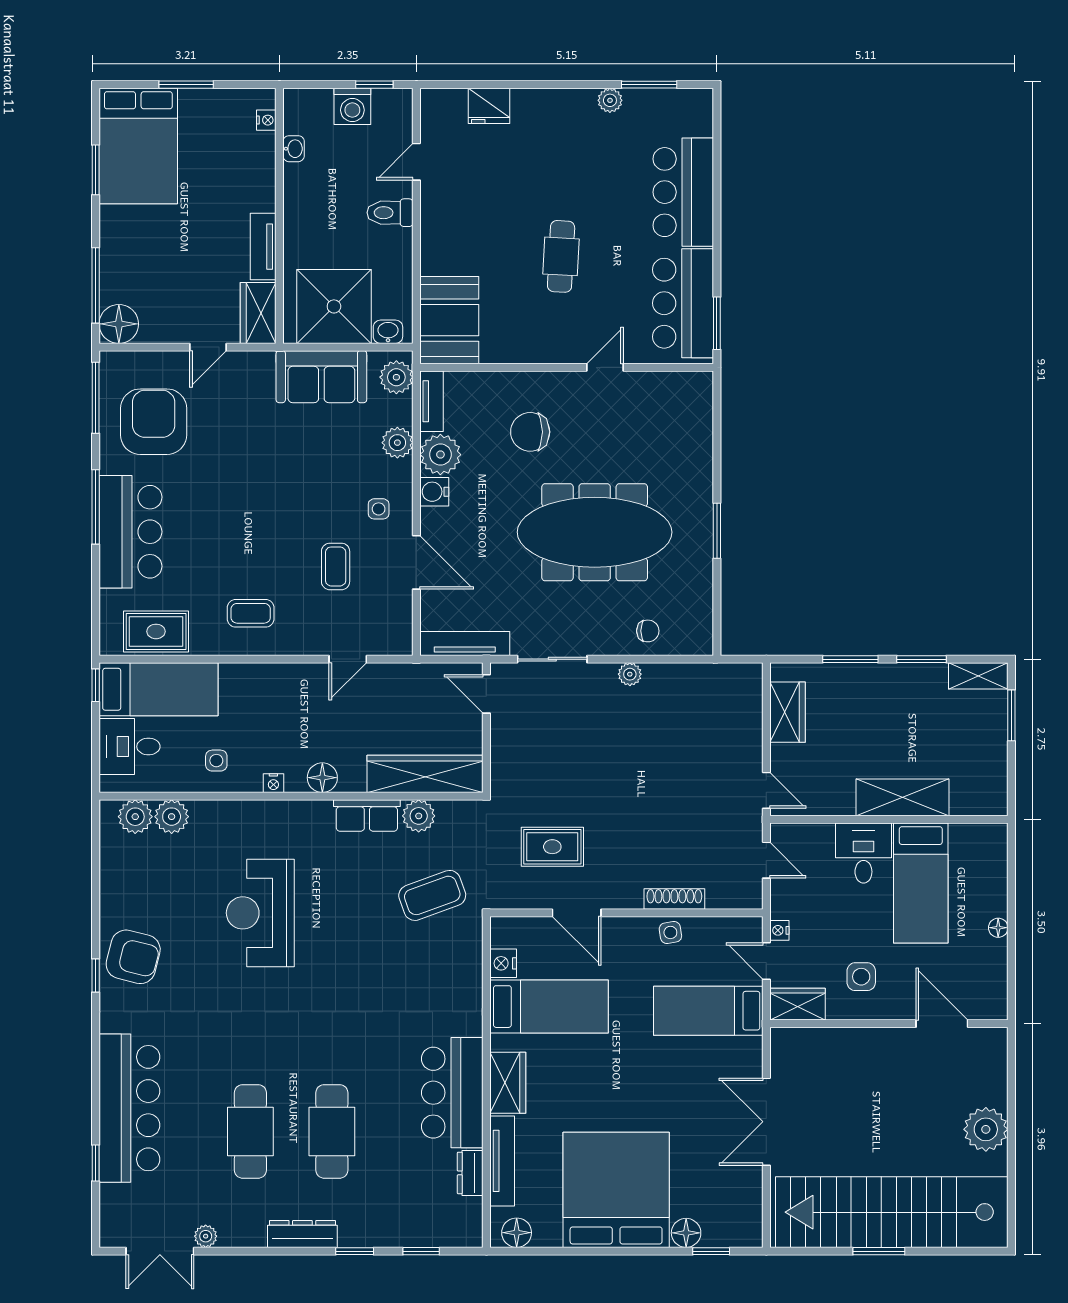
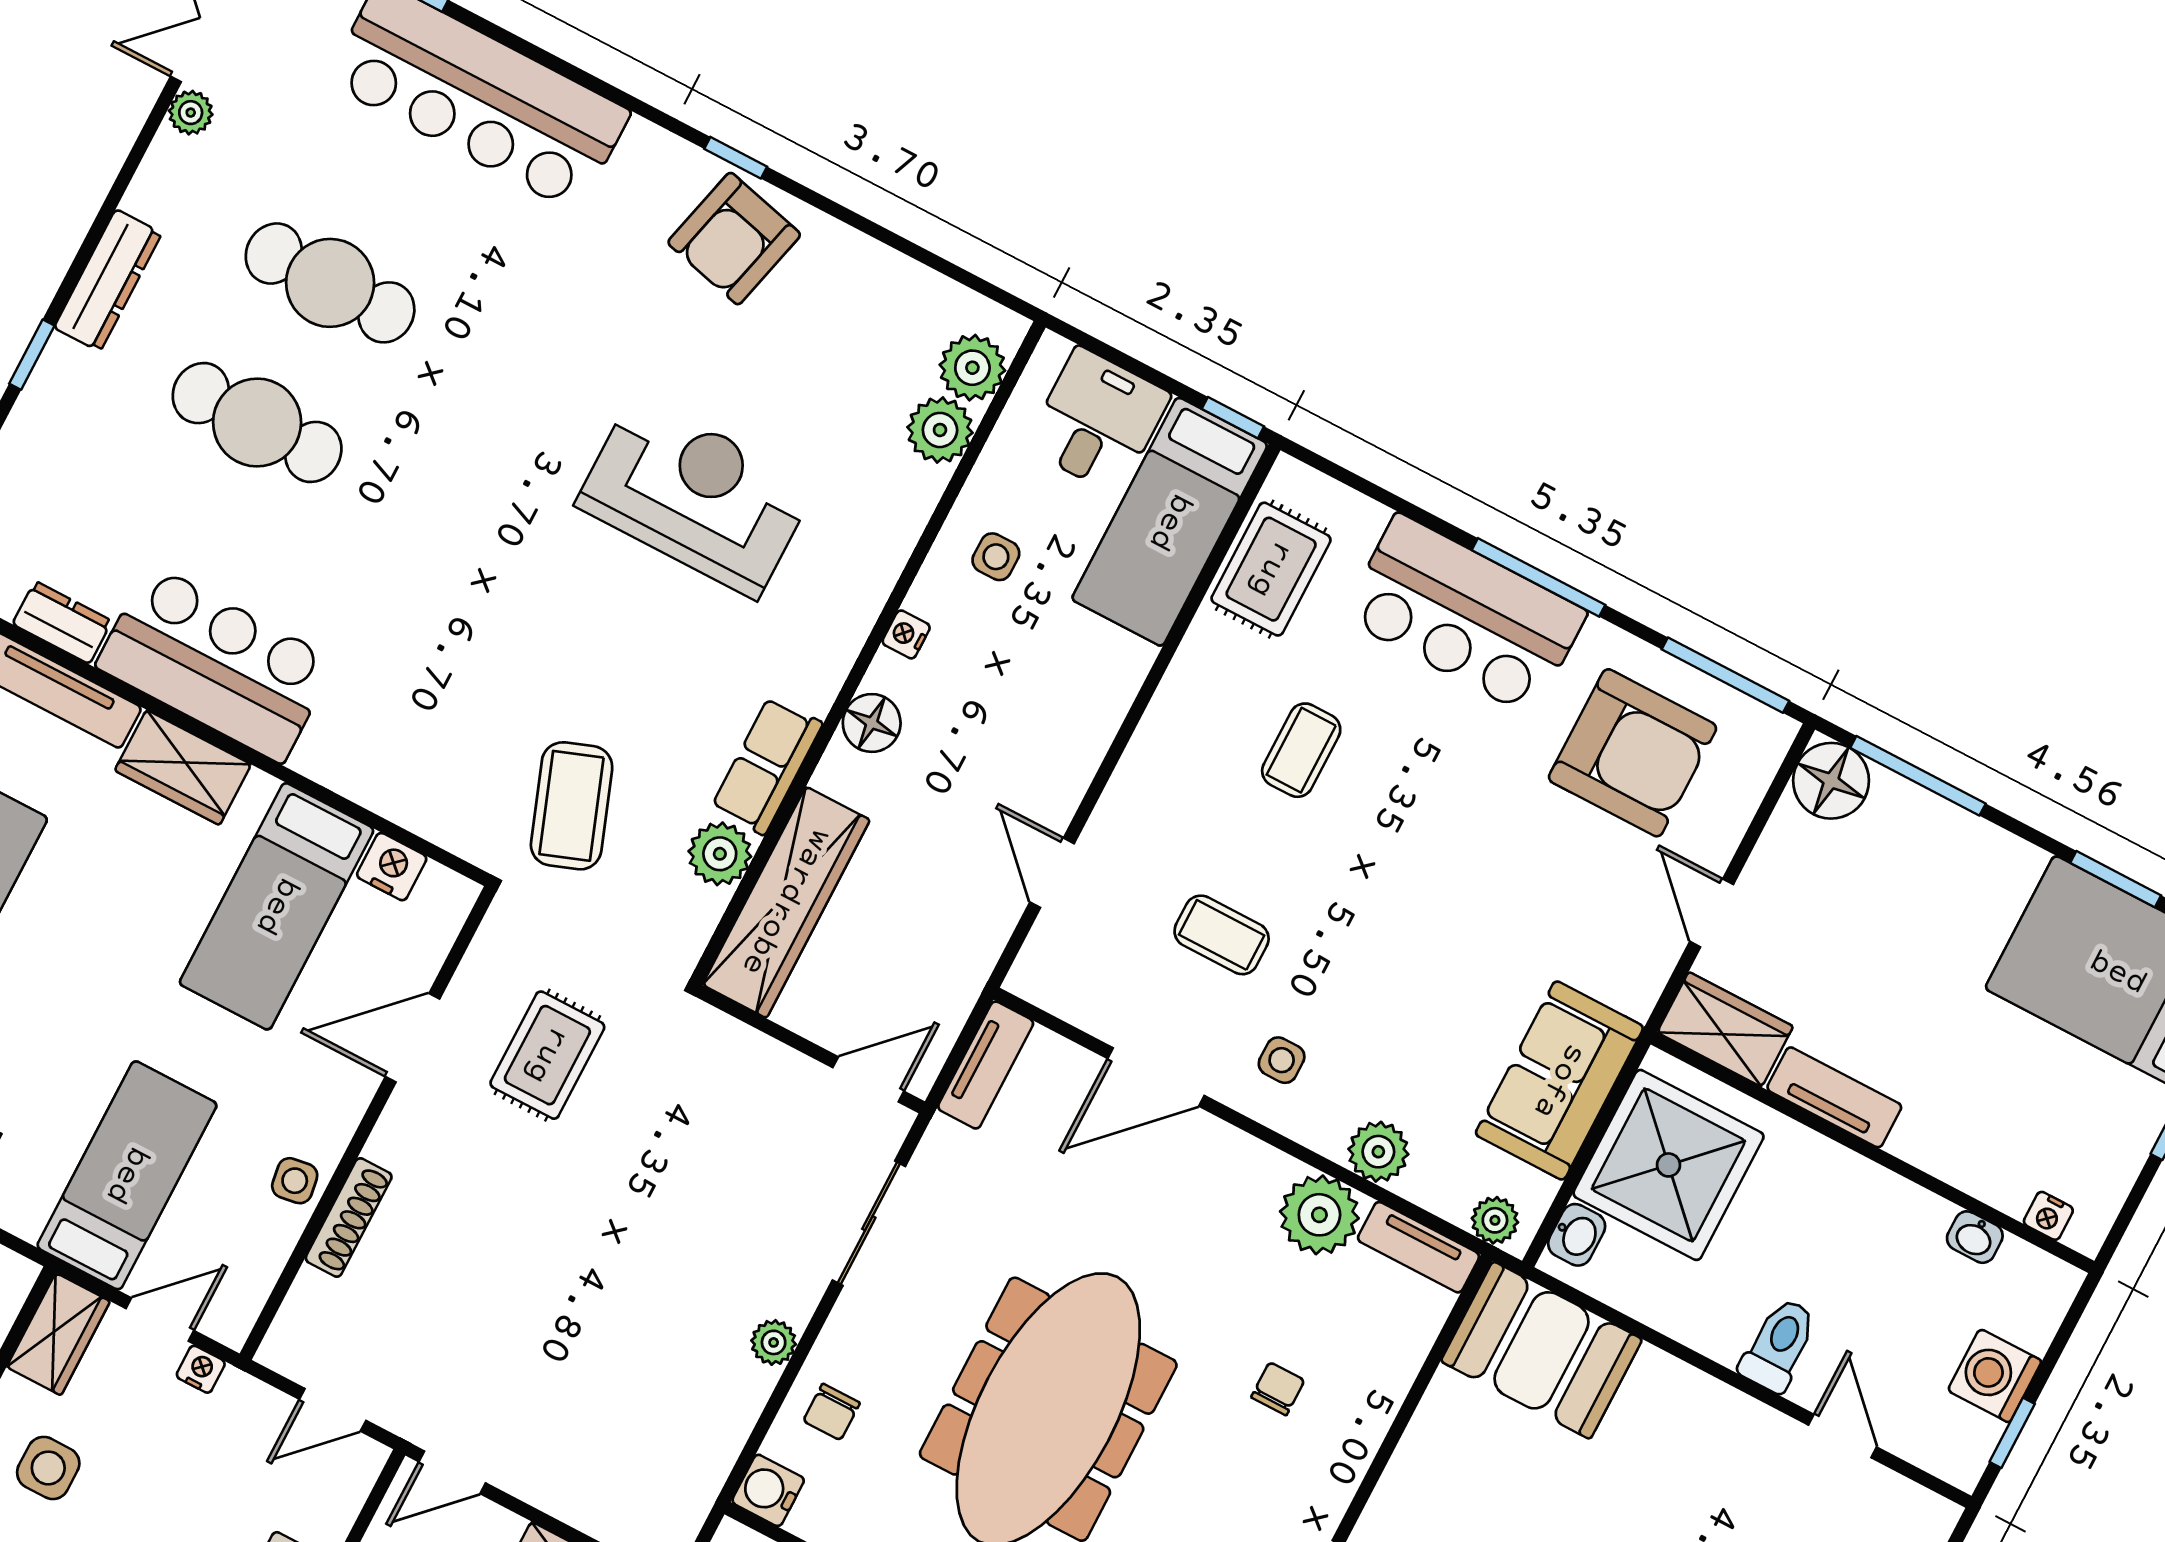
plant: (396, 377) -> (1495, 1220), width x0.73, depth x0.73
chair: (530, 432) -> (1278, 1389), width x0.54, depth x0.54
water cooler: (434, 492) -> (768, 1490), moved, turned -90
coffee table: (251, 613) -> (1301, 750), moved
tv unit: (465, 643) -> (986, 1065), width x0.71

